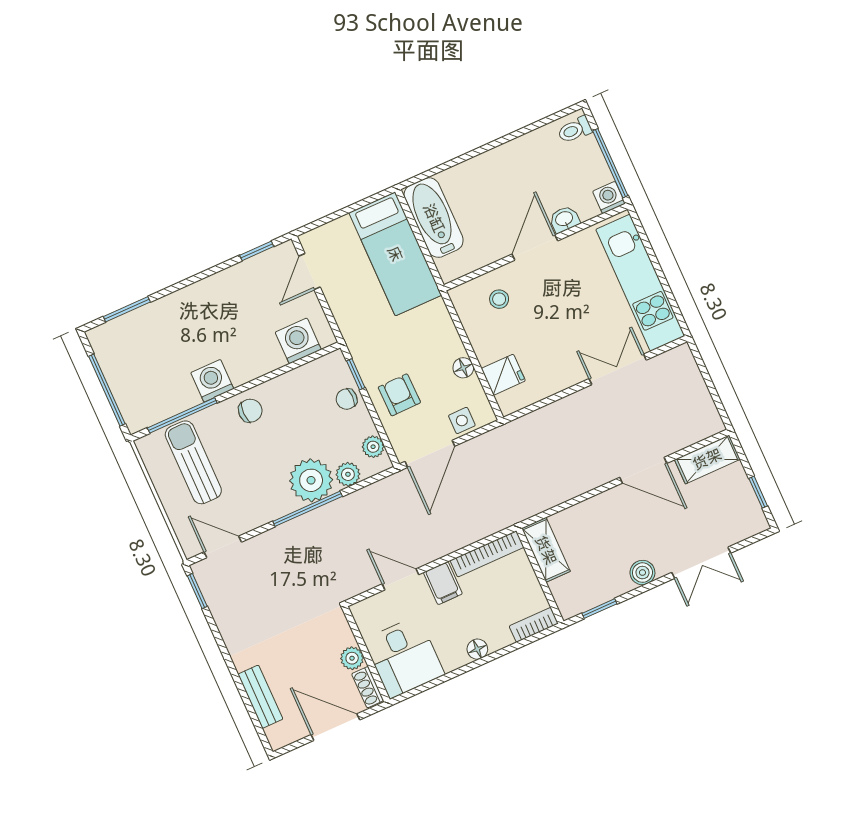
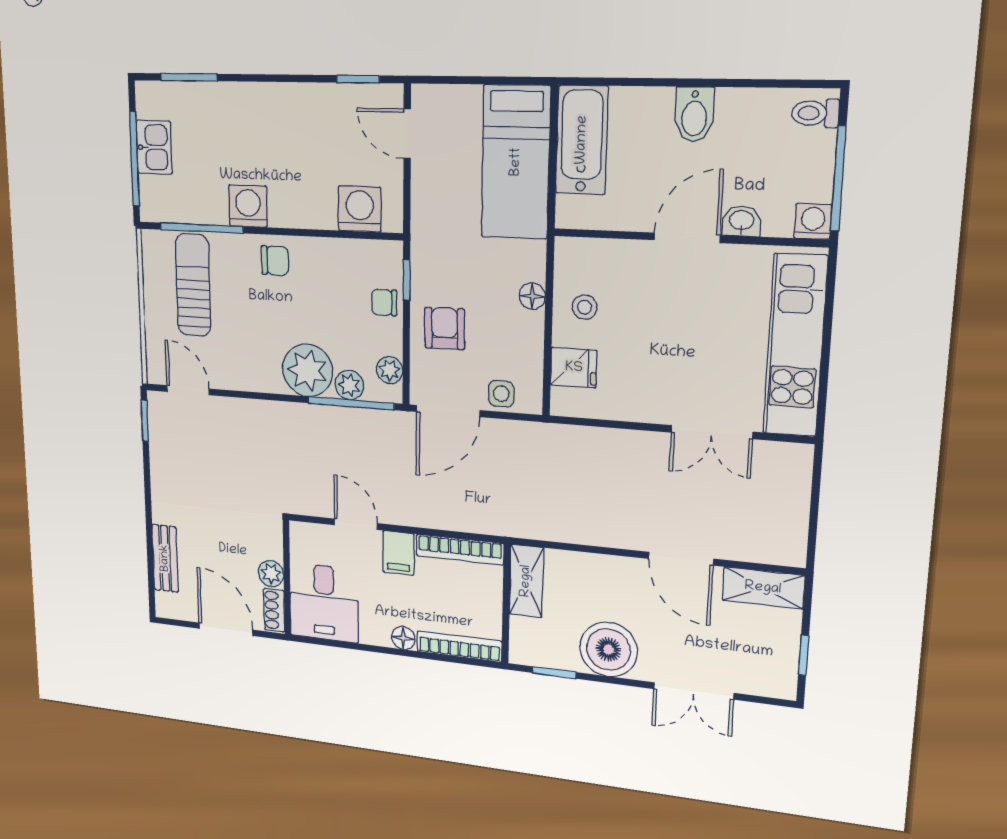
bidet: (499, 166) -> (694, 115), added
door: (310, 272) -> (407, 134), hinge flipped
stool: (499, 299) -> (585, 307), moved
floor lamp: (463, 368) -> (532, 296), moved
double door: (618, 369) -> (712, 432), swing flipped
kitchen sink: (120, 374) -> (154, 147), added
window: (308, 509) -> (351, 403), moved
boiler: (642, 573) -> (609, 649), width x1.86, depth x1.86
bookcase: (534, 625) -> (459, 646), width x1.56

